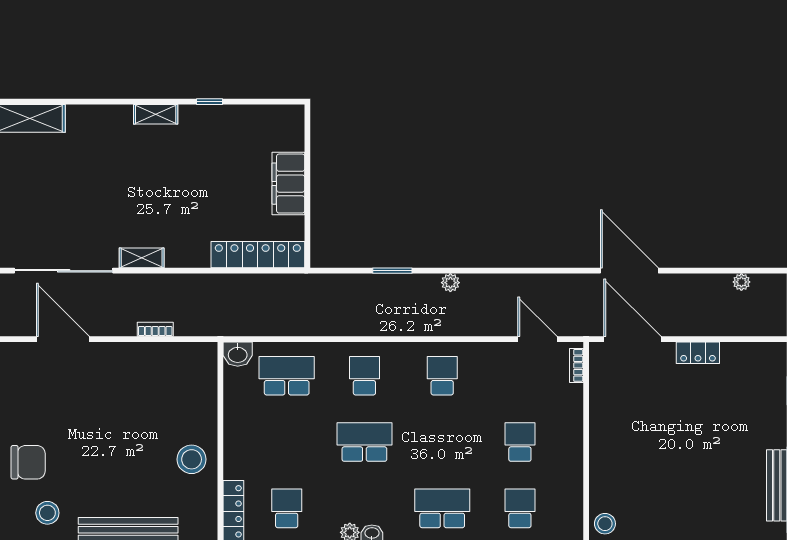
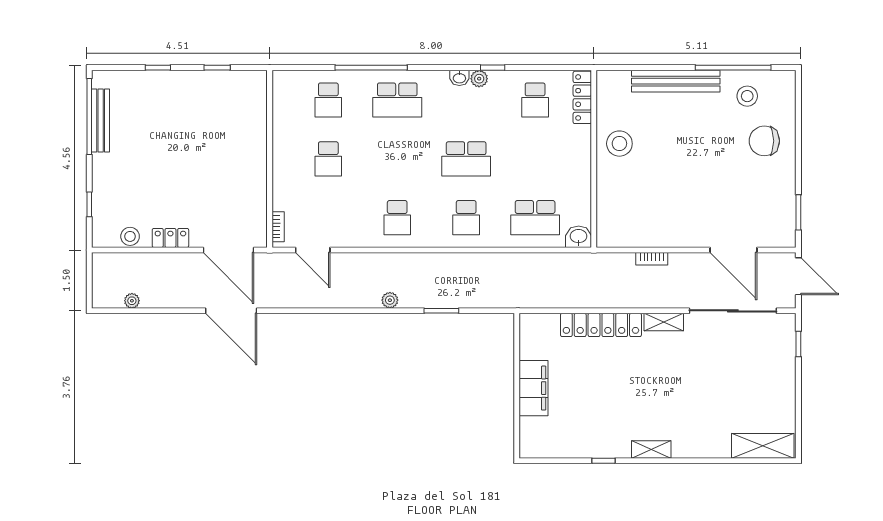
locker: (258, 255) -> (601, 325), moved
stool: (605, 524) -> (130, 236), moved

